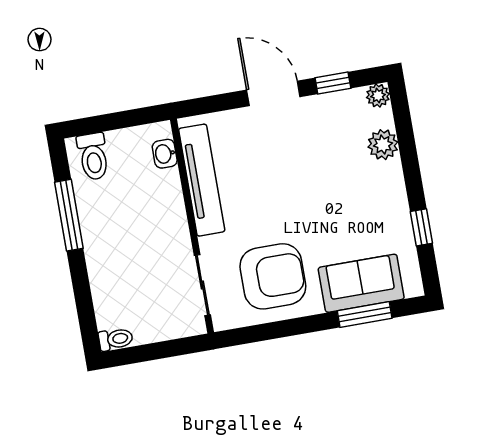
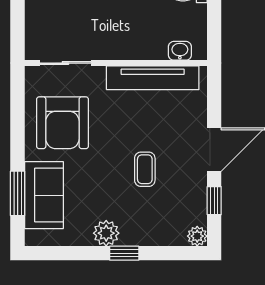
plant: (383, 145) -> (106, 233), moved
coffee table: (310, 171) -> (145, 169), added
window: (421, 227) -> (124, 253), moved

